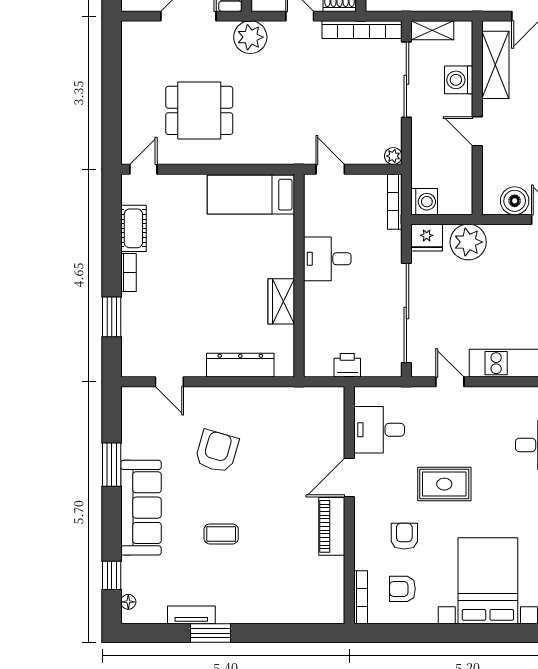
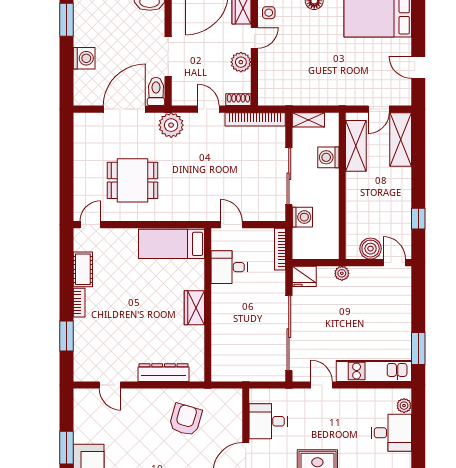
sliding door: (406, 80) -> (289, 176), moved
door: (477, 131) -> (342, 196), removed
plant: (393, 156) -> (279, 215), removed
washing machine: (424, 202) -> (302, 217), moved
plant: (468, 242) -> (342, 273), width x0.53, depth x0.53
desk: (327, 259) -> (229, 267), moved
wardrobe: (281, 301) -> (194, 308), moved
printer: (347, 365) -> (244, 373), removed
armchair: (217, 451) -> (186, 420), moved

